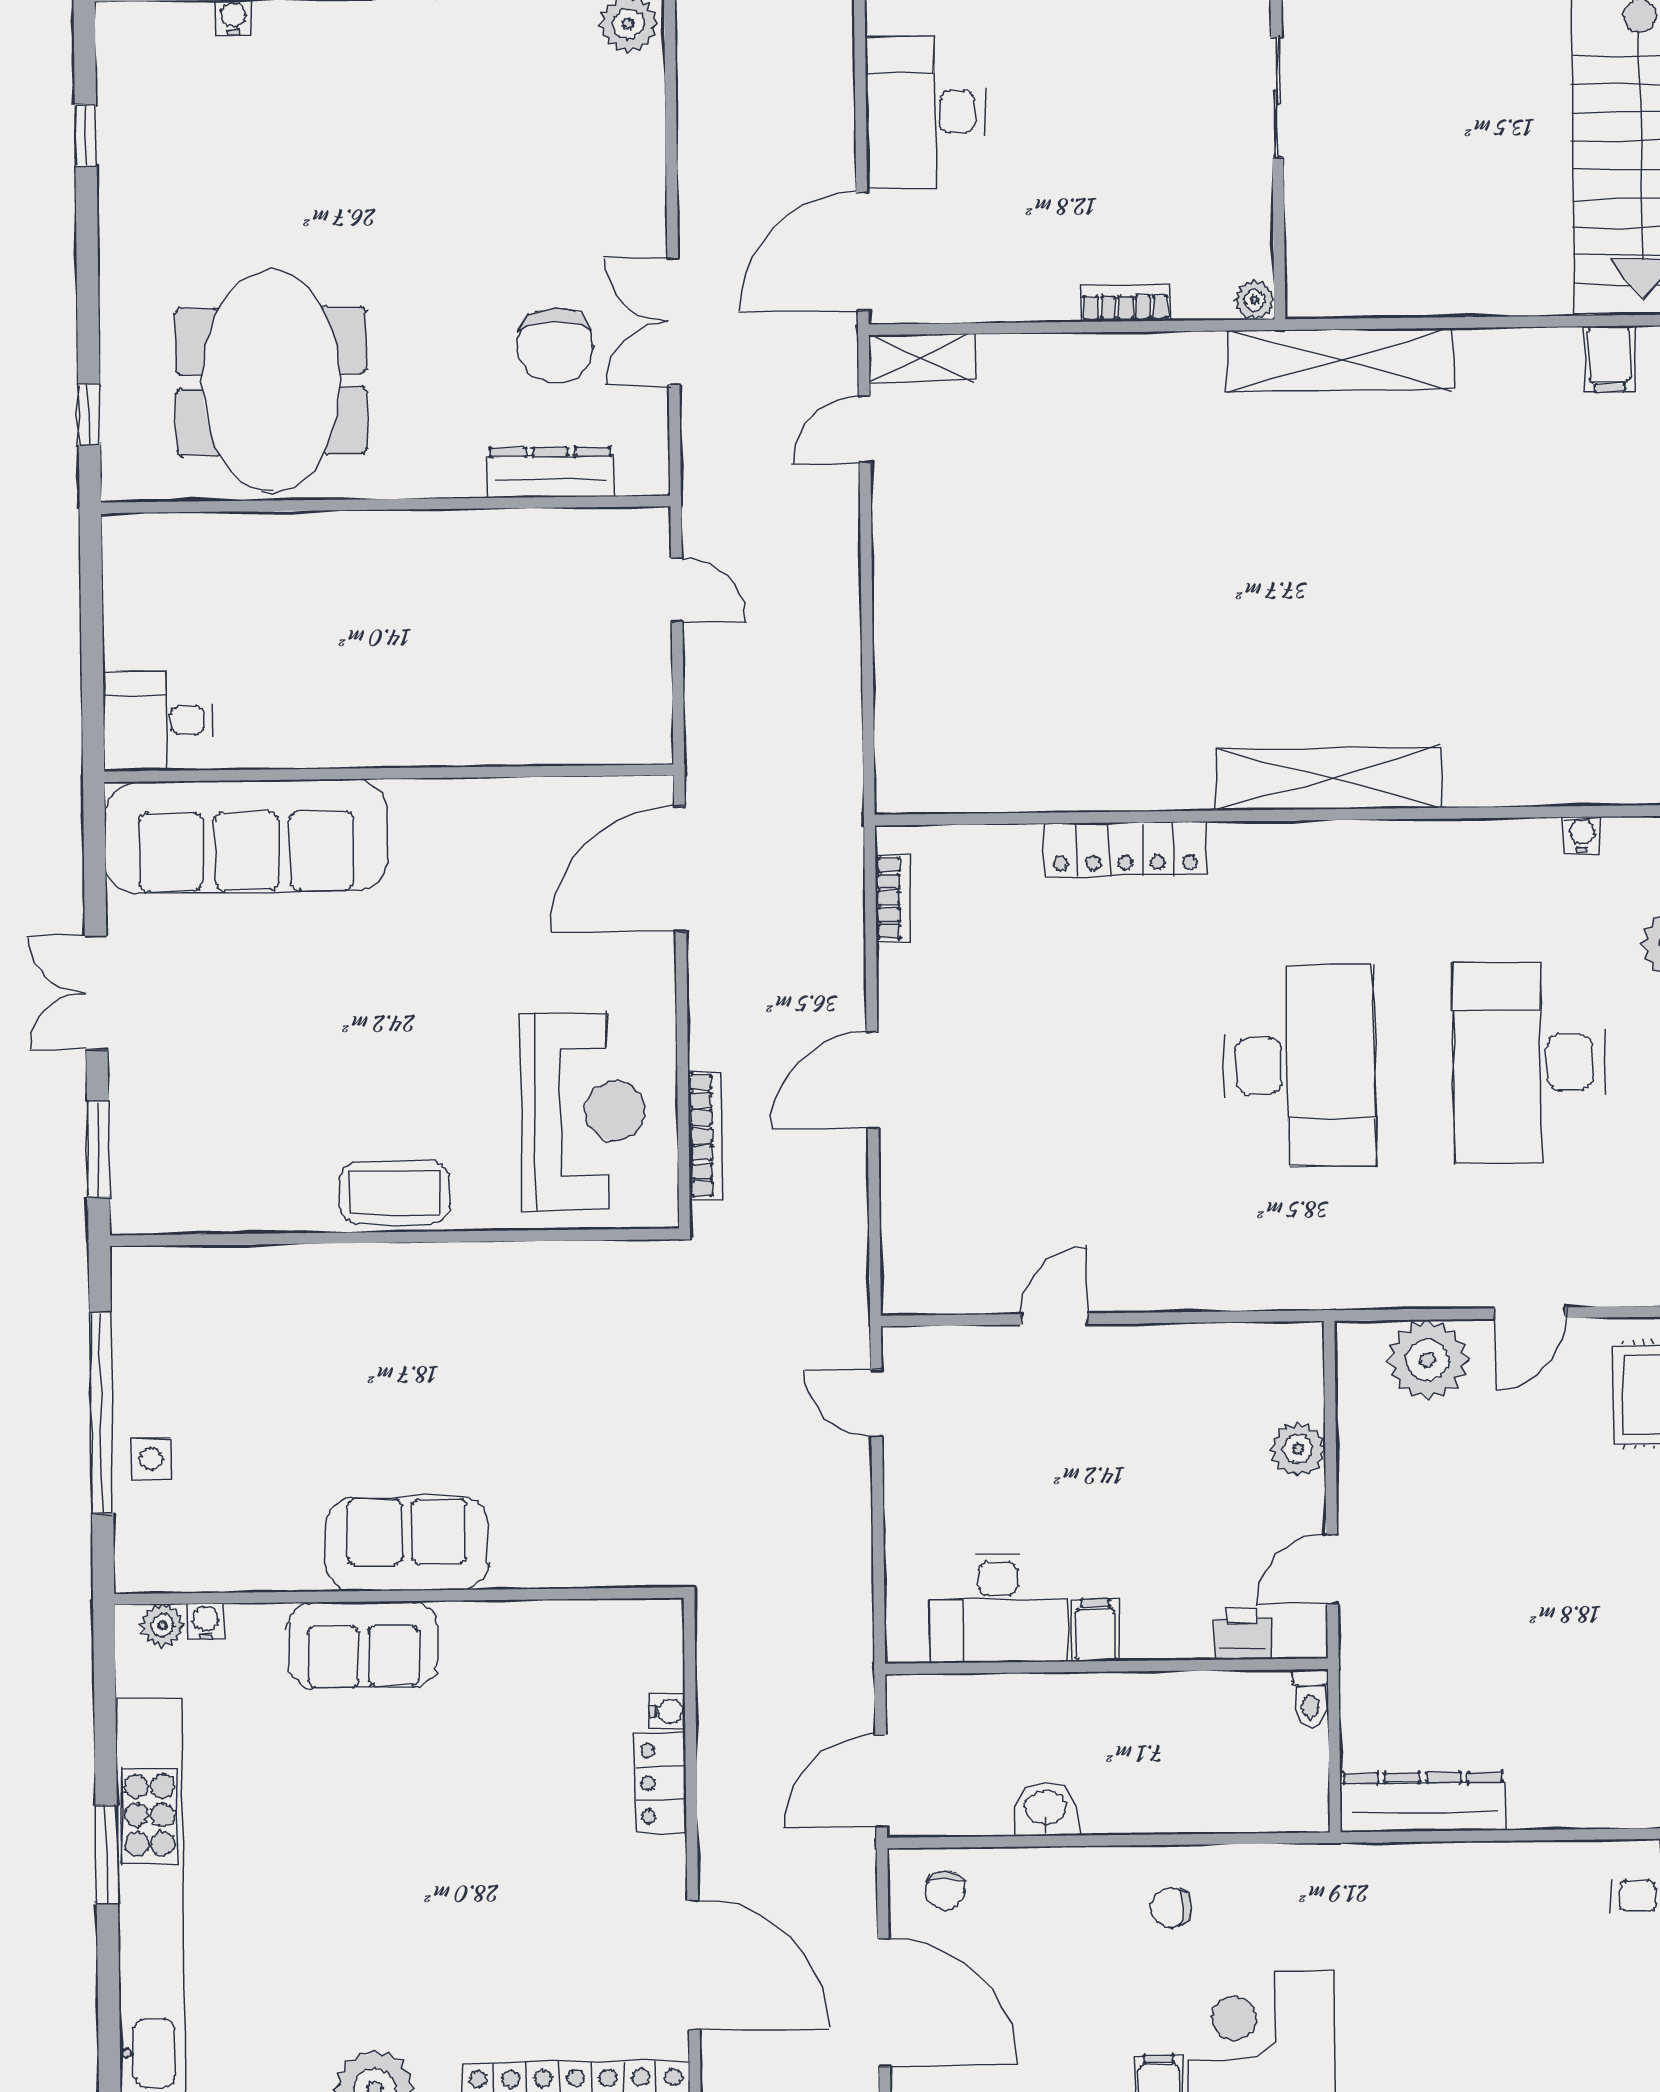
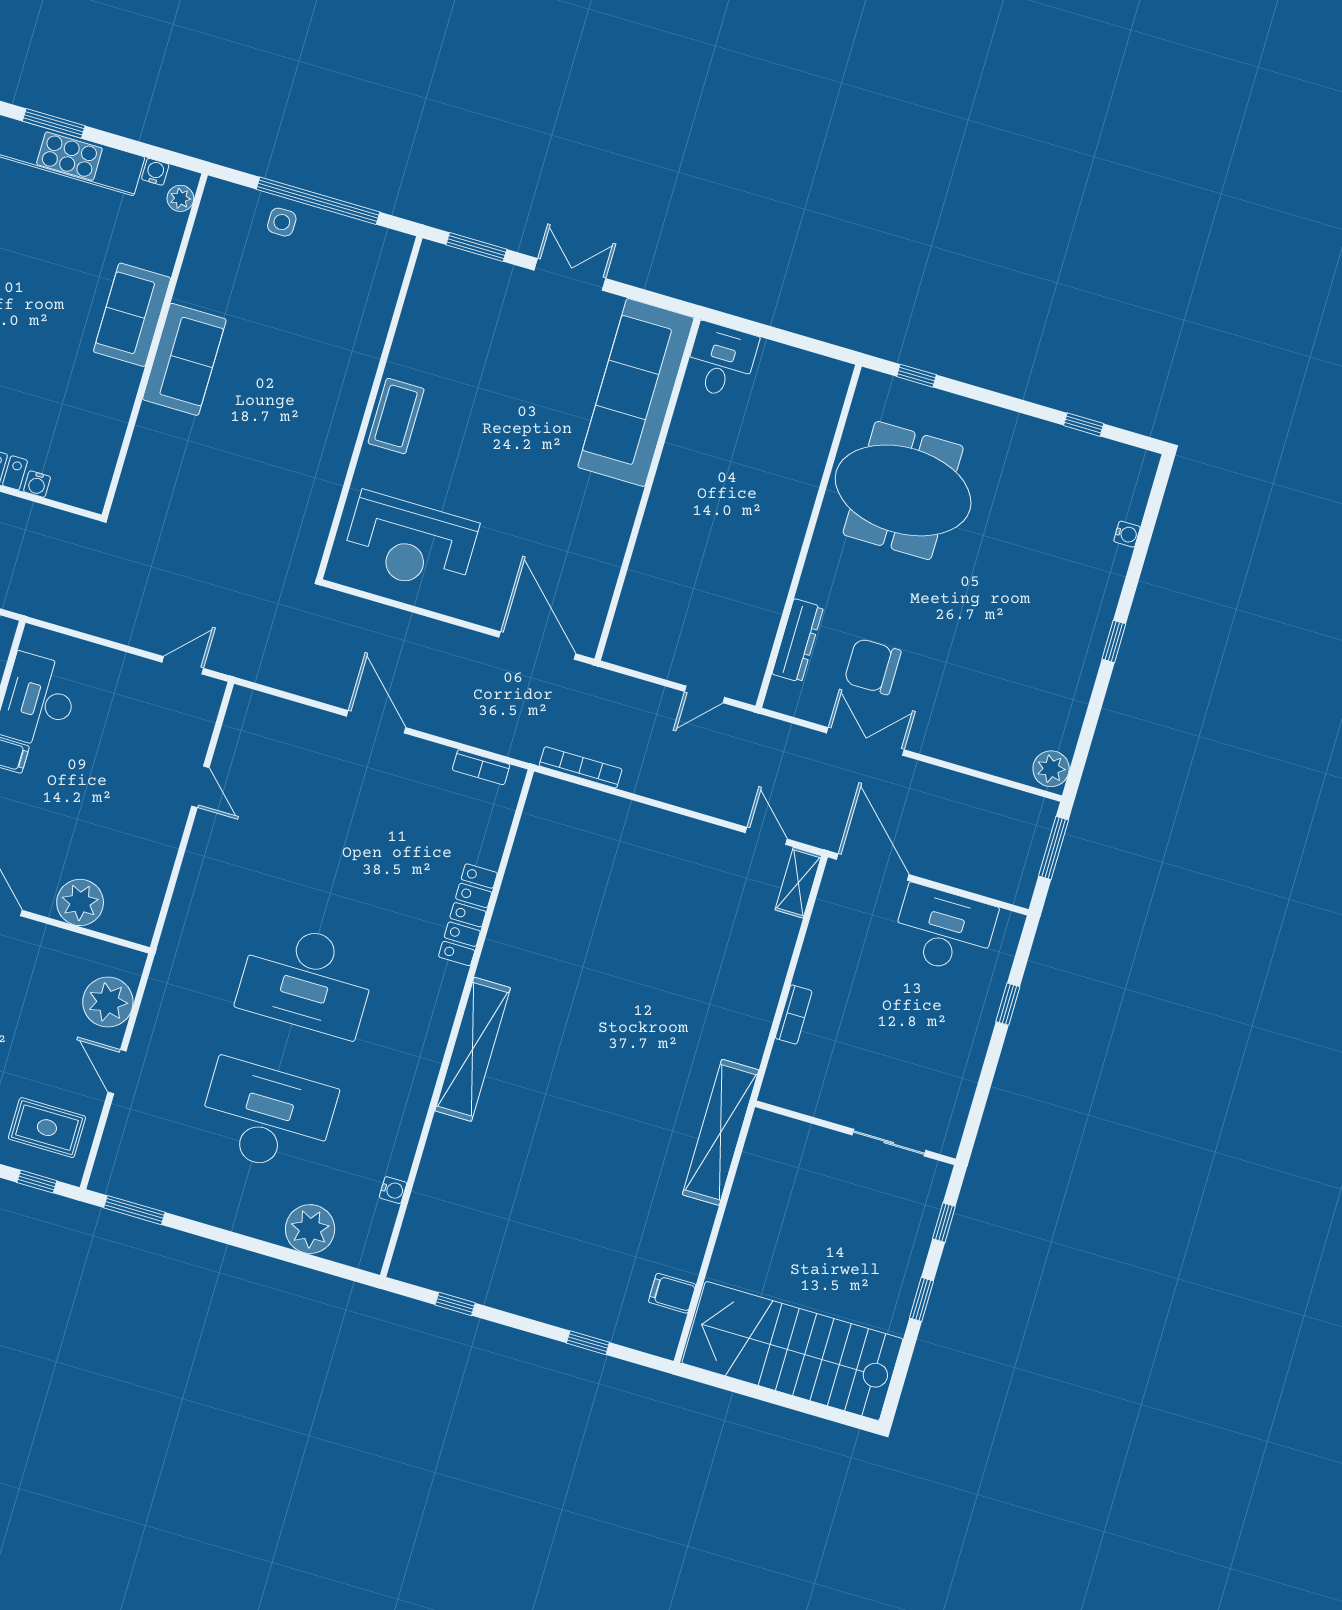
plant: (1255, 300) -> (772, 1092), removed
bookcase: (705, 1135) -> (581, 767), moved, turned 180
plant: (1298, 1449) -> (80, 902), width x1.36, depth x1.36
water cooler: (206, 1622) -> (155, 172), moved, turned -90

